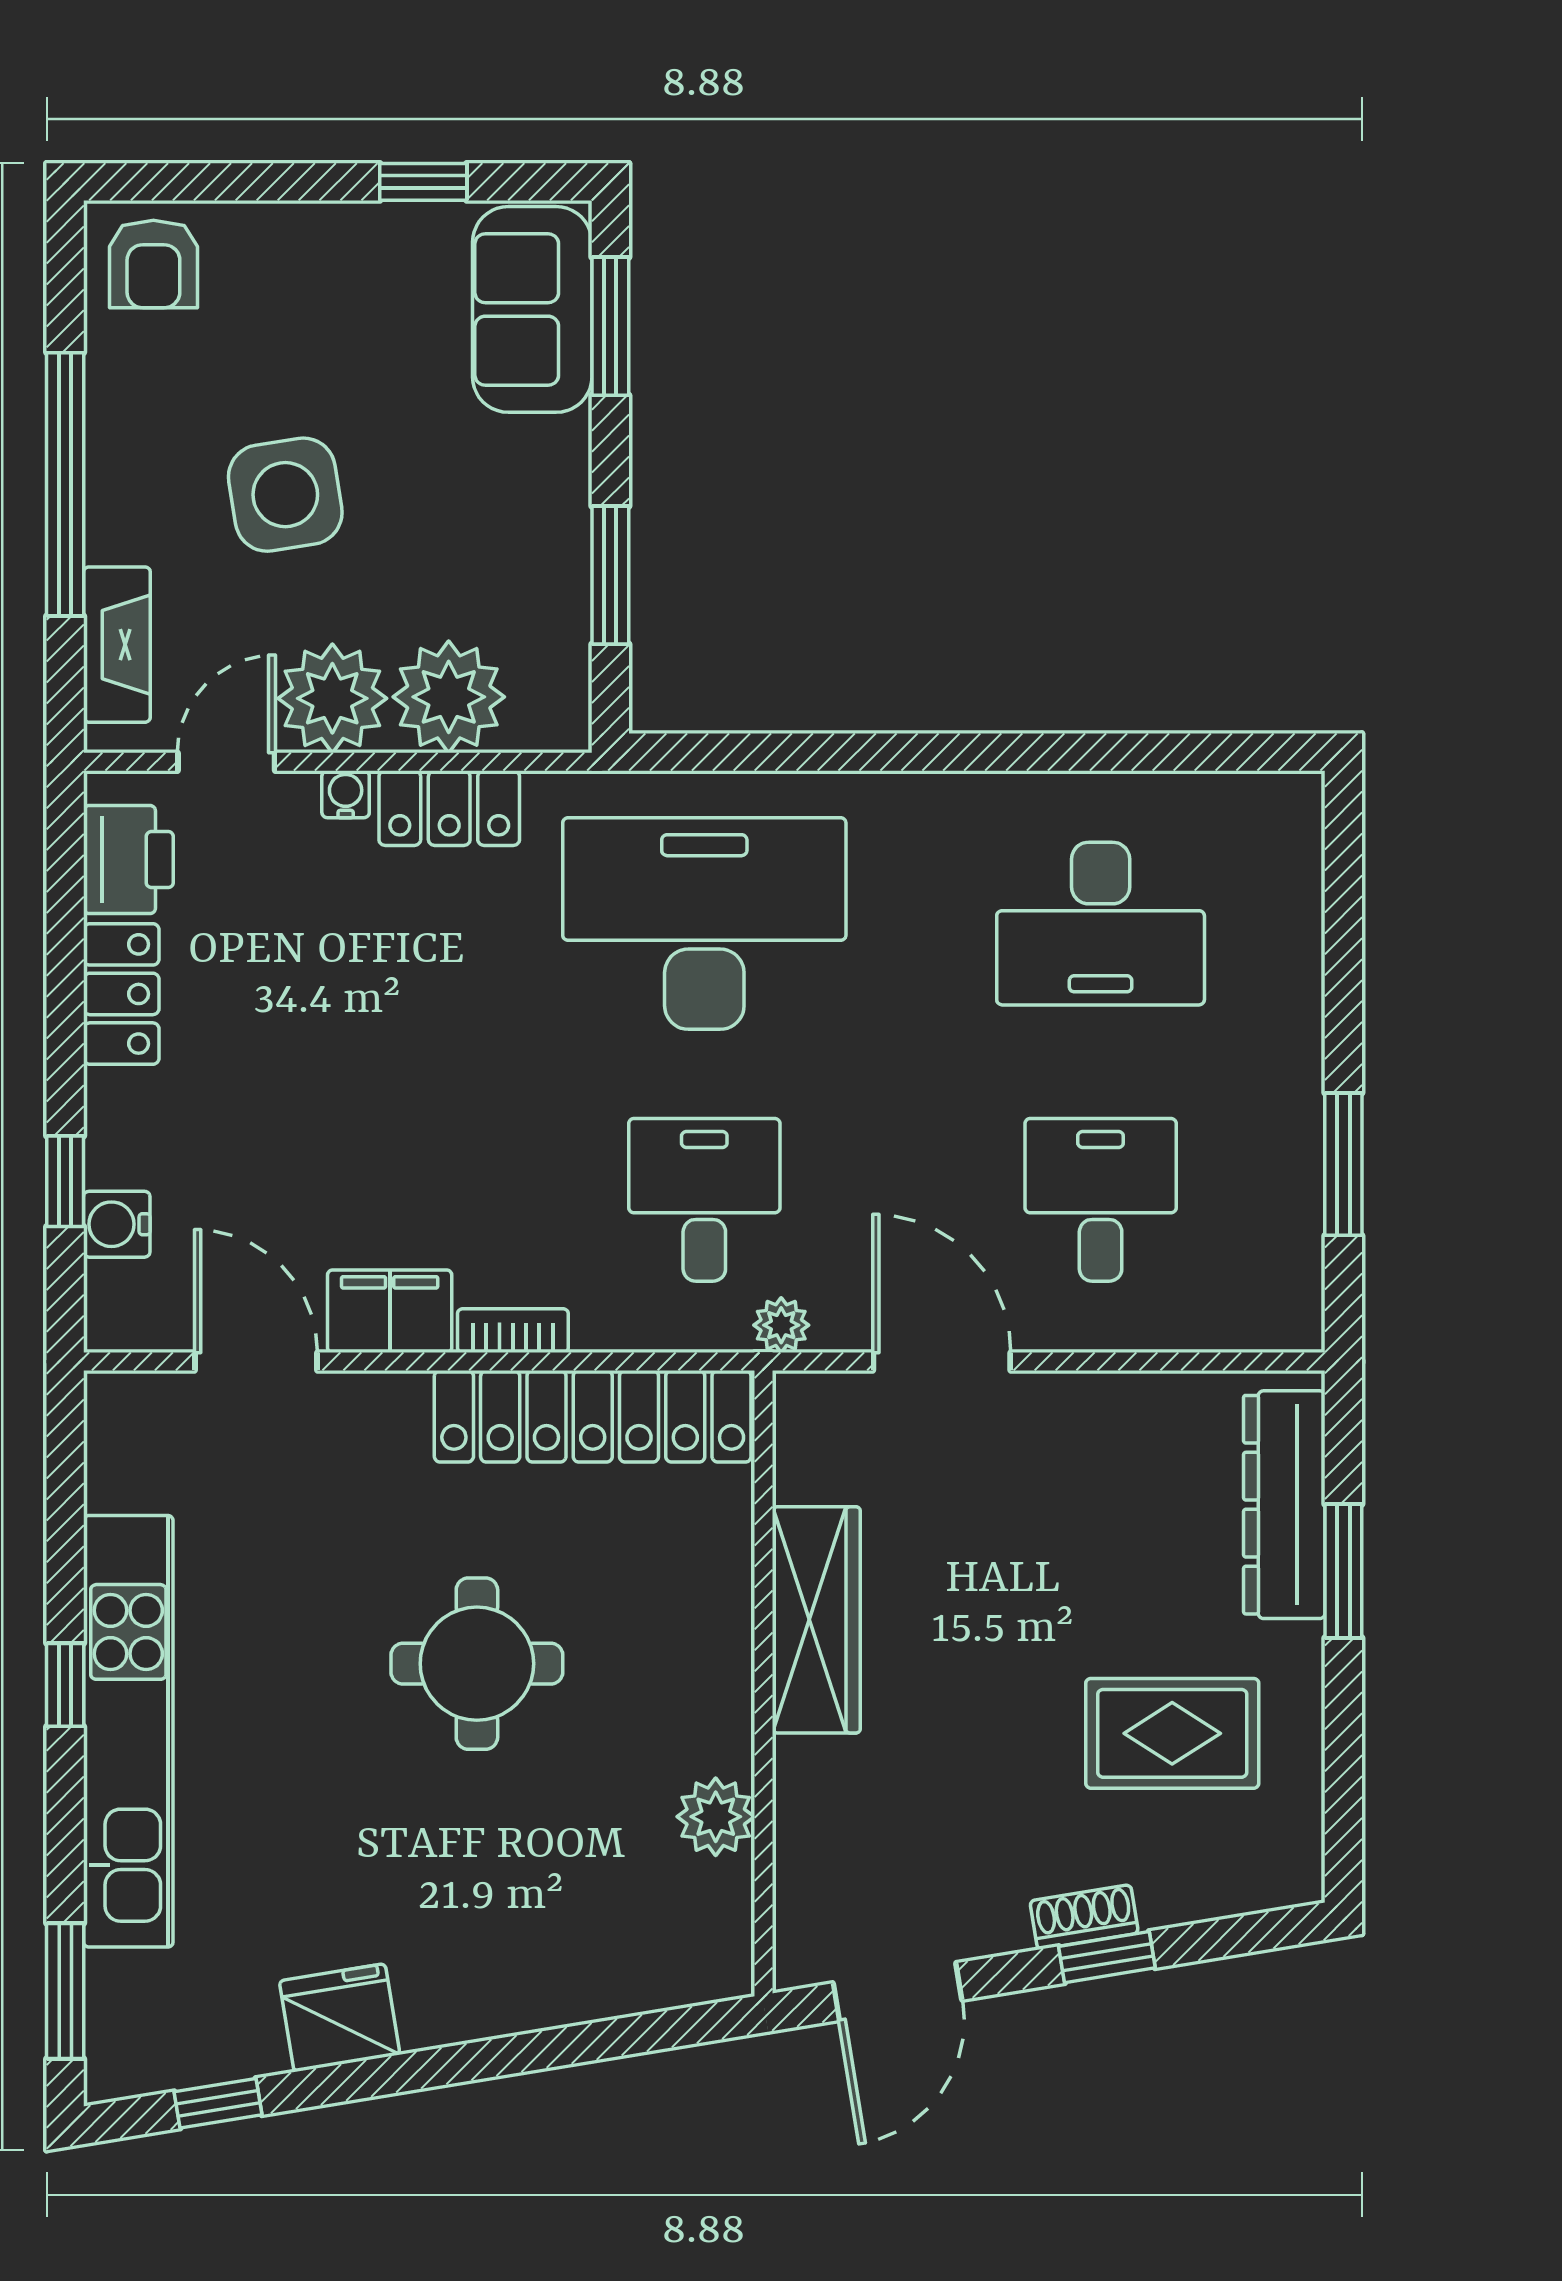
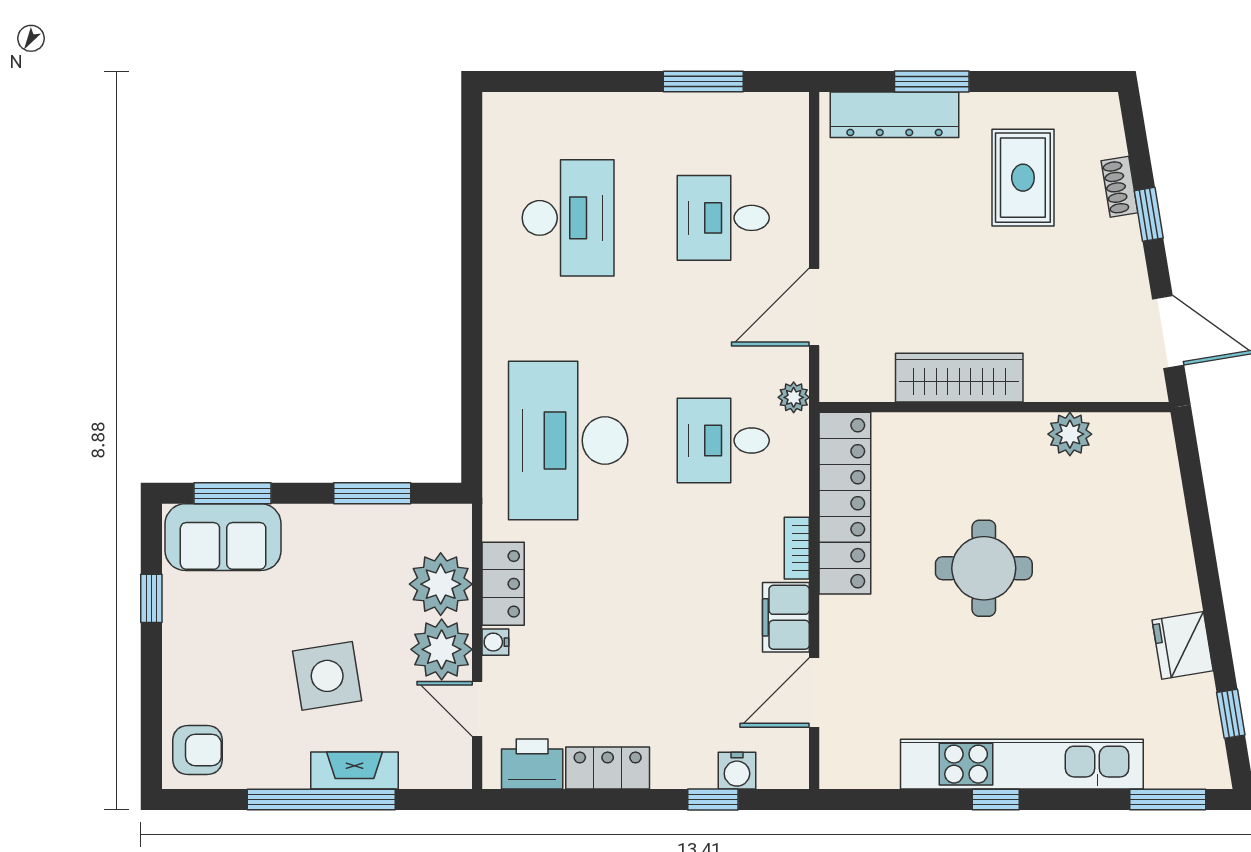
fireplace: (117, 645) -> (355, 770), moved
shoe rack: (1084, 1917) -> (1120, 187), moved

